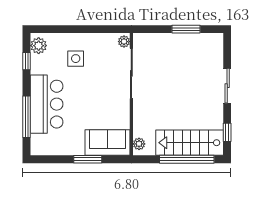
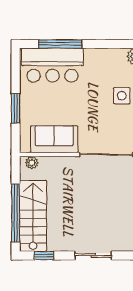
window: (27, 61) -> (119, 44), removed
bar counter: (47, 104) -> (53, 65), moved
sofa: (108, 143) -> (54, 139), moved, turned -90

